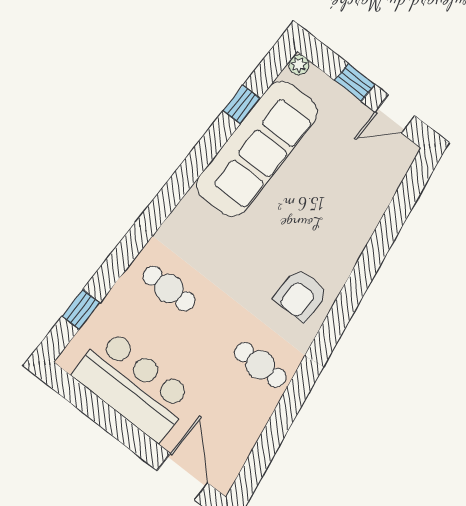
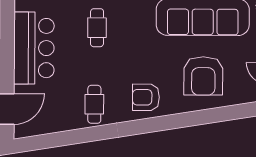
armchair: (330, 204) -> (203, 76), added

